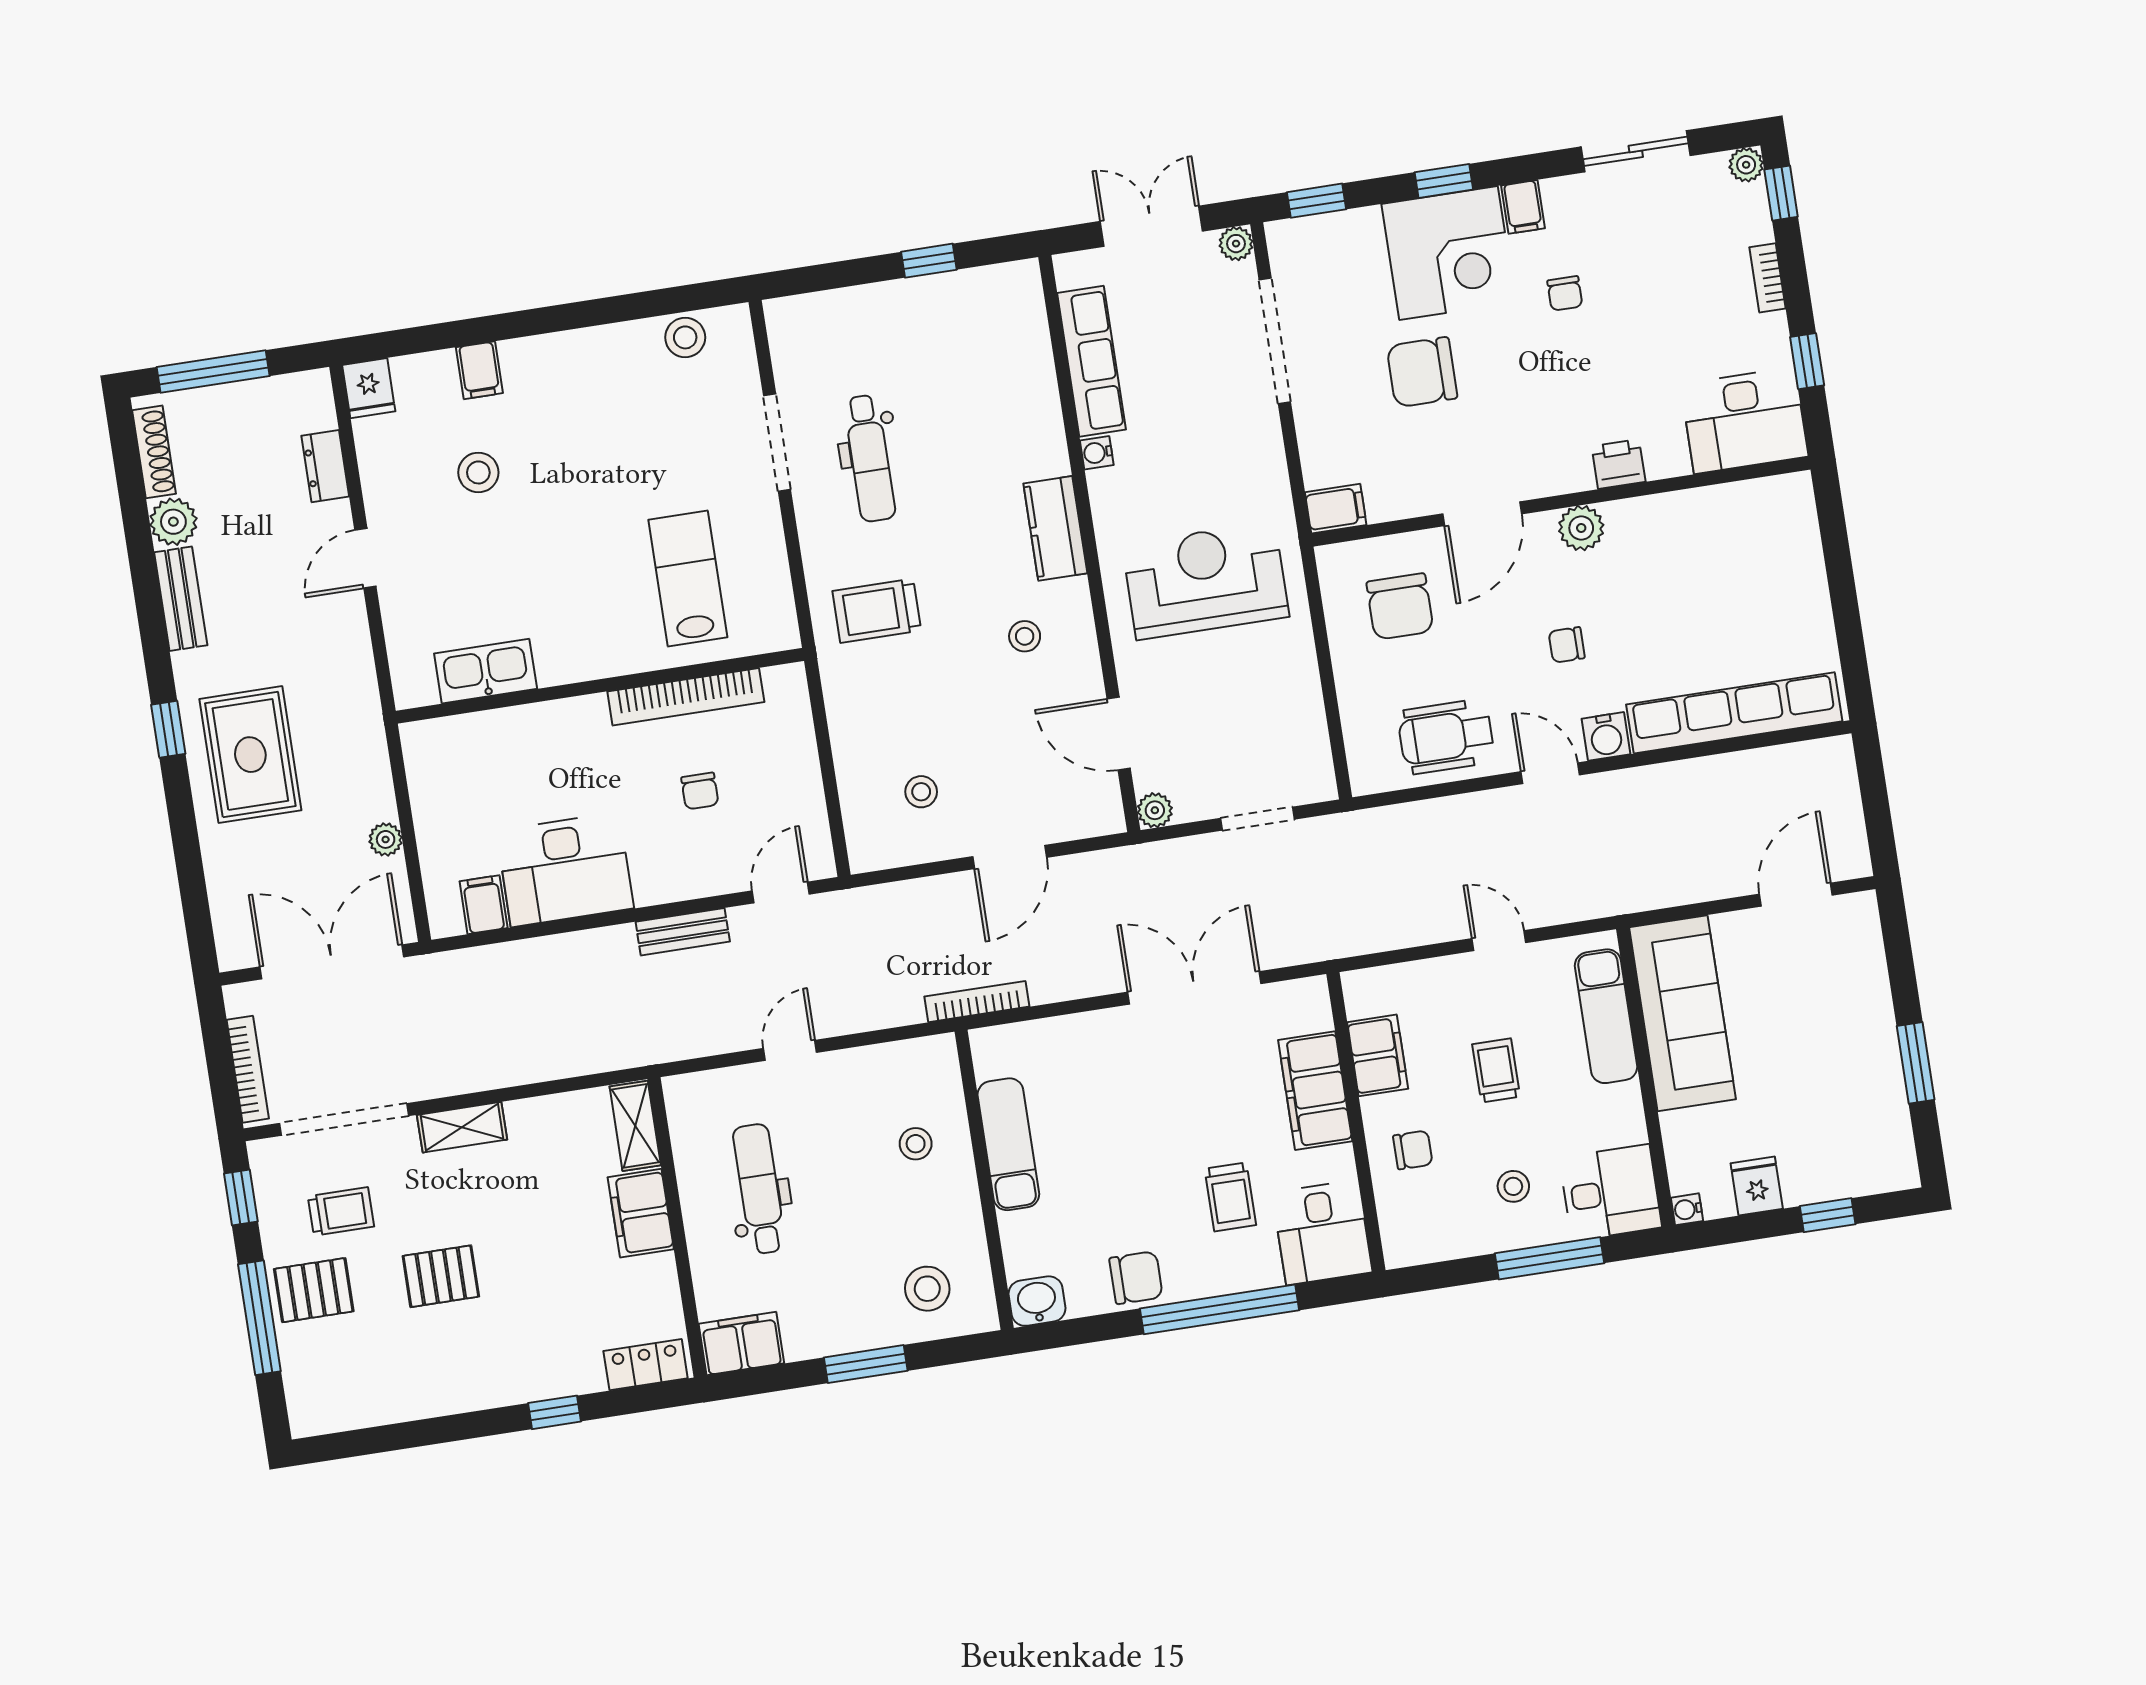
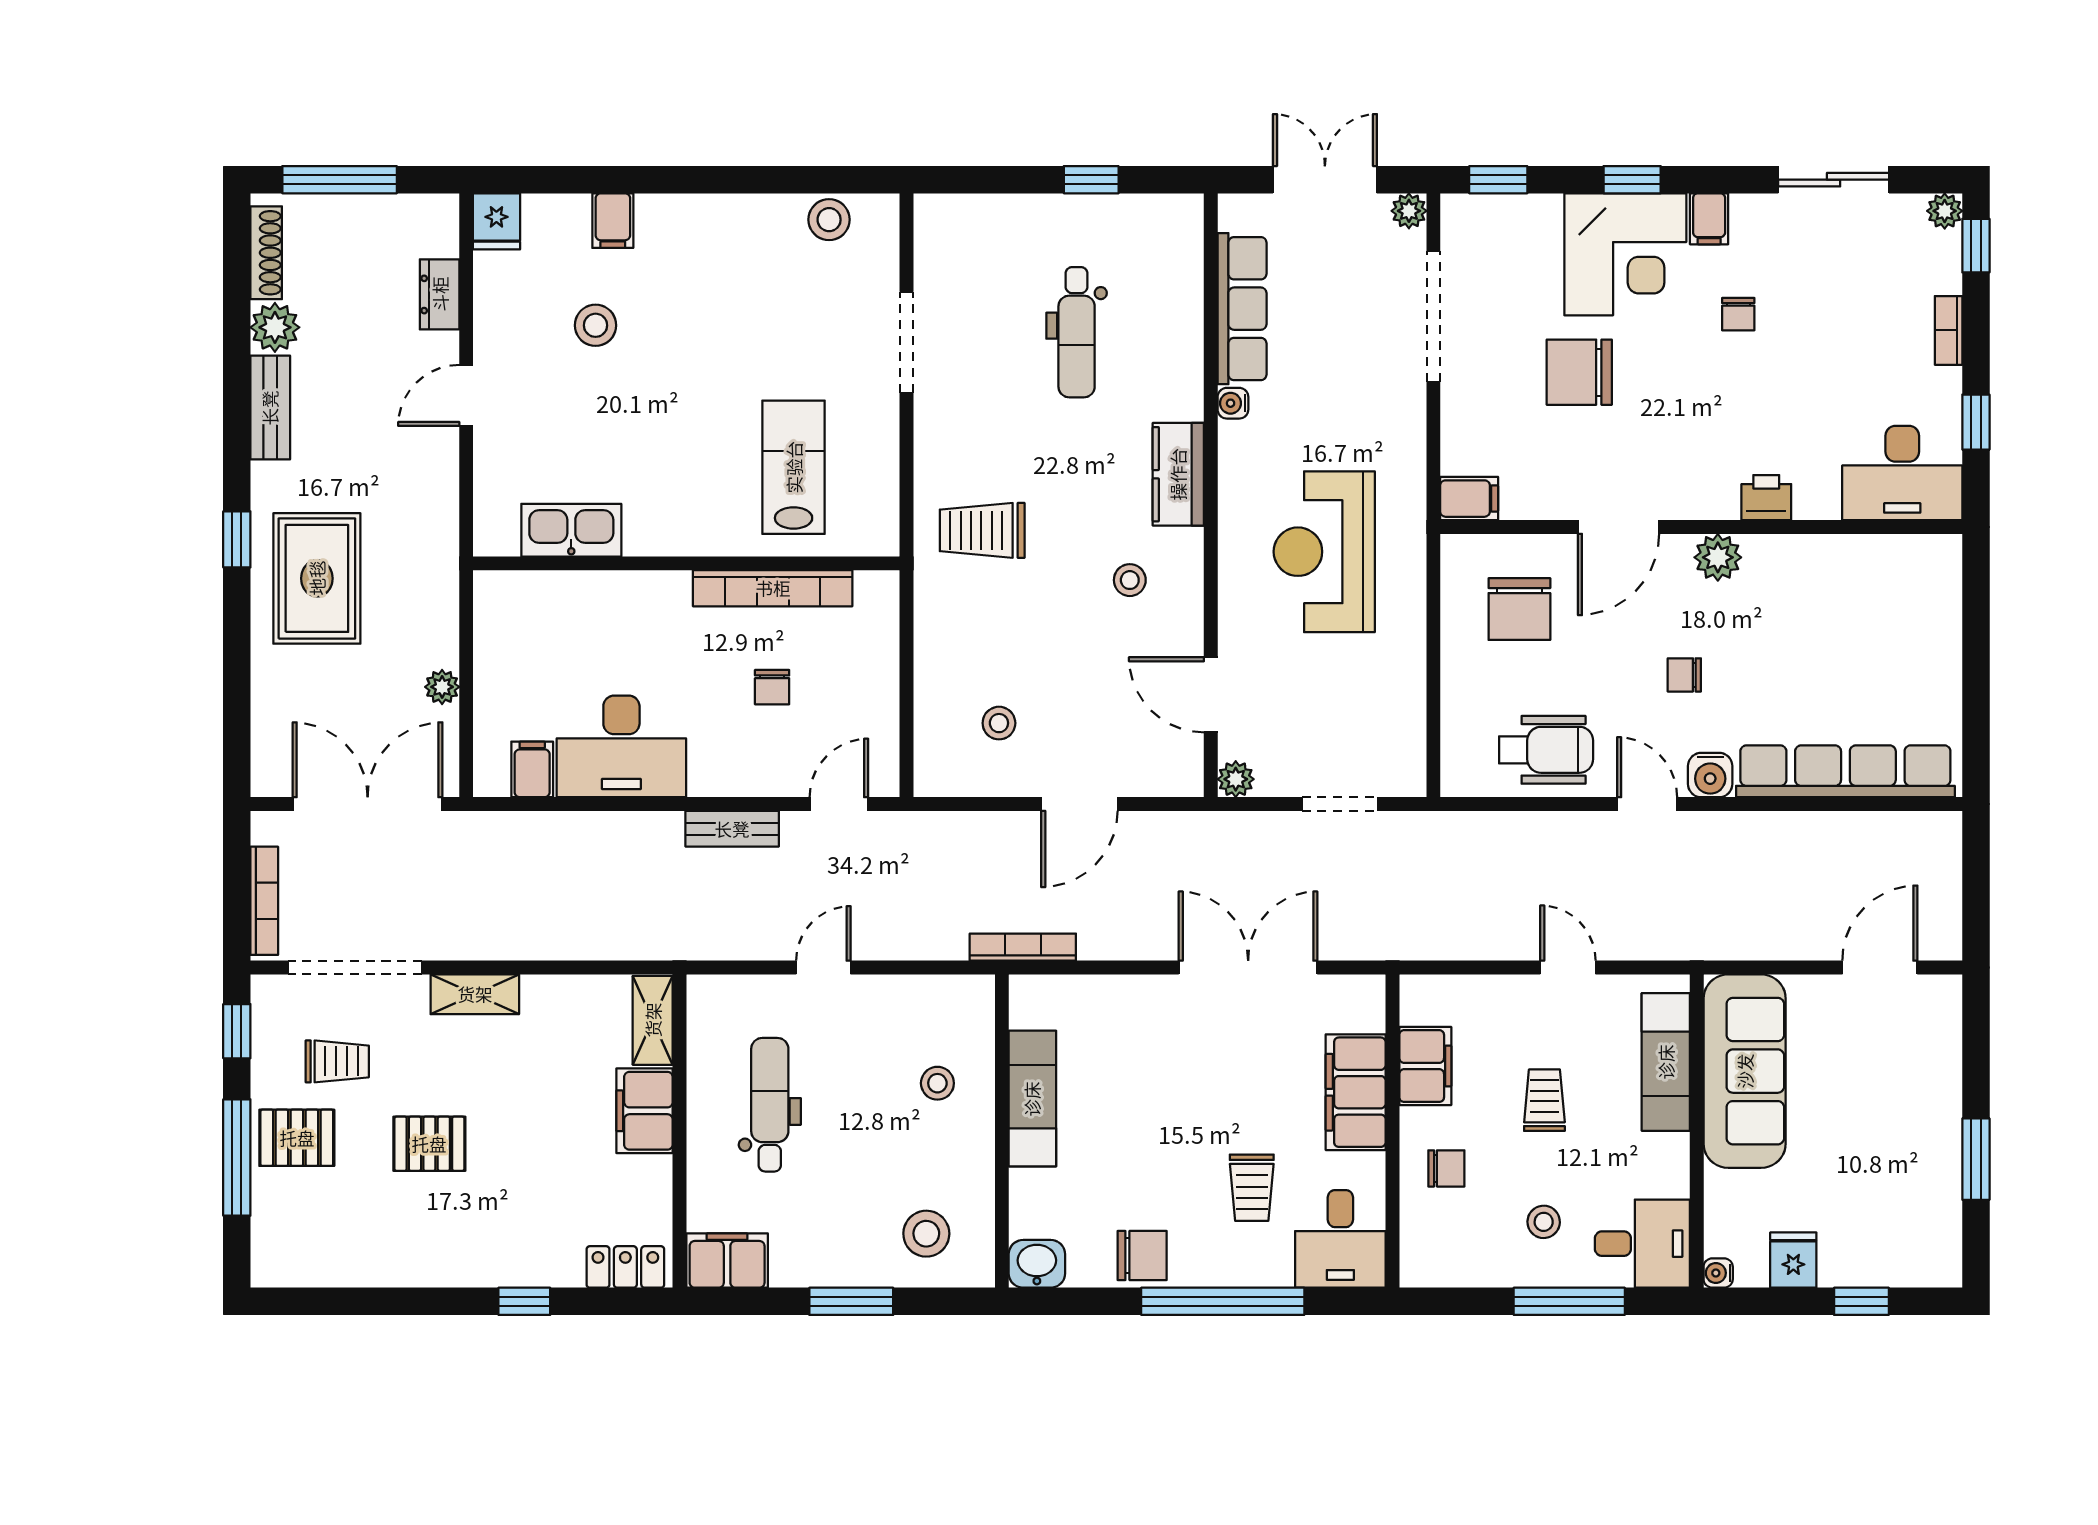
dental chair: (870, 458) -> (1077, 332), moved
reception desk: (1206, 581) -> (1324, 552), turned -90
wheelchair: (1446, 737) -> (1546, 750), turned 180

